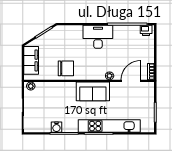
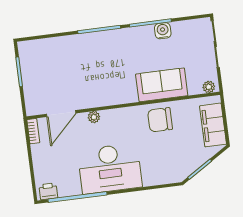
desk: (98, 37) -> (110, 169), width x1.36, depth x1.30
sofa: (93, 91) -> (162, 85), moved
kitchen unit: (109, 126) -> (85, 43), removed

